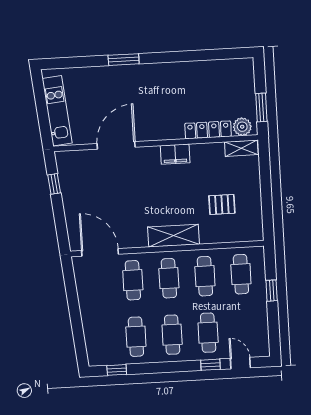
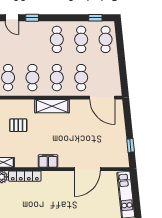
cafe table: (208, 333) -> (106, 39), moved

